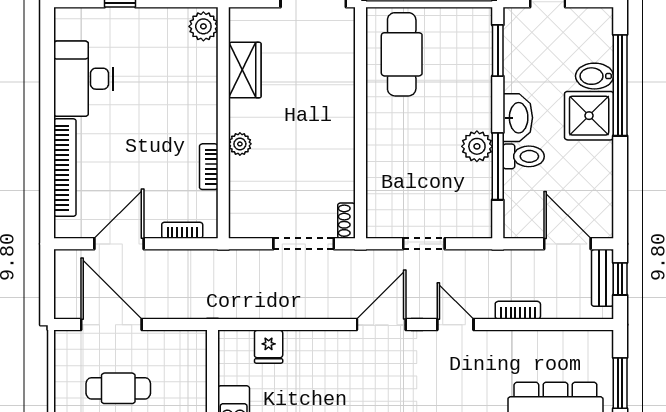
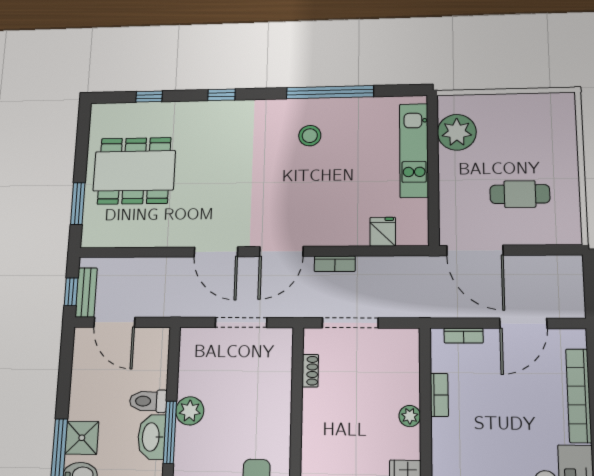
shower: (589, 116) -> (82, 438), width x0.73, depth x0.73
window: (498, 166) -> (170, 432), moved
shoe rack: (346, 221) -> (310, 371), moved
doorway: (424, 244) -> (241, 323), width x1.38
bookcase: (518, 310) -> (335, 264), moved
door: (111, 325) -> (475, 250), moved
door: (455, 325) -> (216, 252), width x1.38

